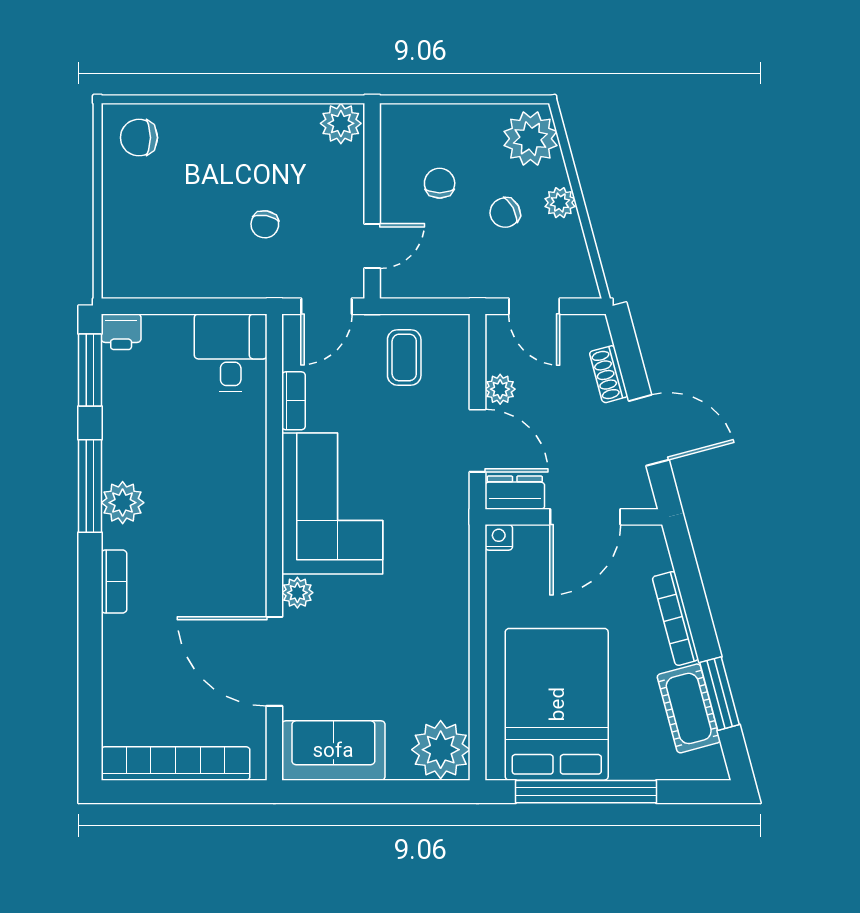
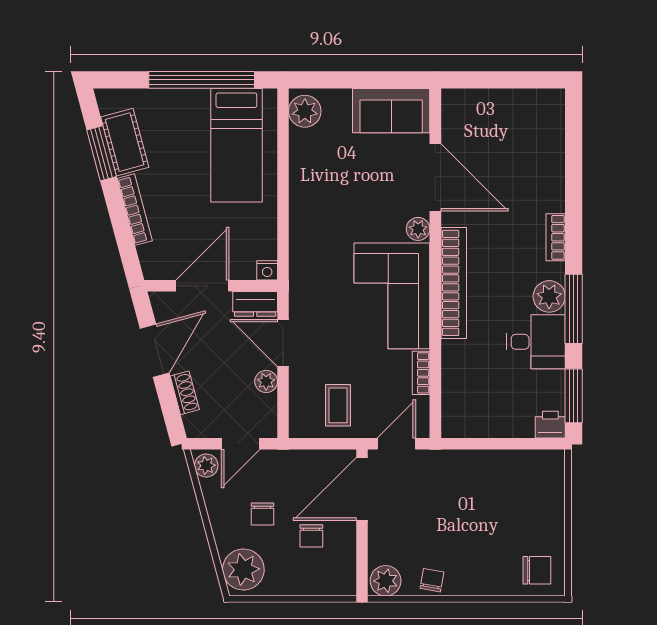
plant: (560, 203) -> (206, 465), moved
chair: (505, 213) -> (262, 514), turned 118
chair: (265, 224) -> (432, 580), moved
door: (372, 246) -> (362, 489), width x1.87
door: (534, 306) -> (241, 444), swing flipped
desk: (231, 353) -> (536, 342), moved, turned -90
door: (649, 430) -> (155, 351), swing flipped
bed: (557, 704) -> (236, 145), width x0.67
plant: (441, 750) -> (305, 111), width x0.73, depth x0.73
bookcase: (175, 763) -> (454, 283), moved, turned -90

